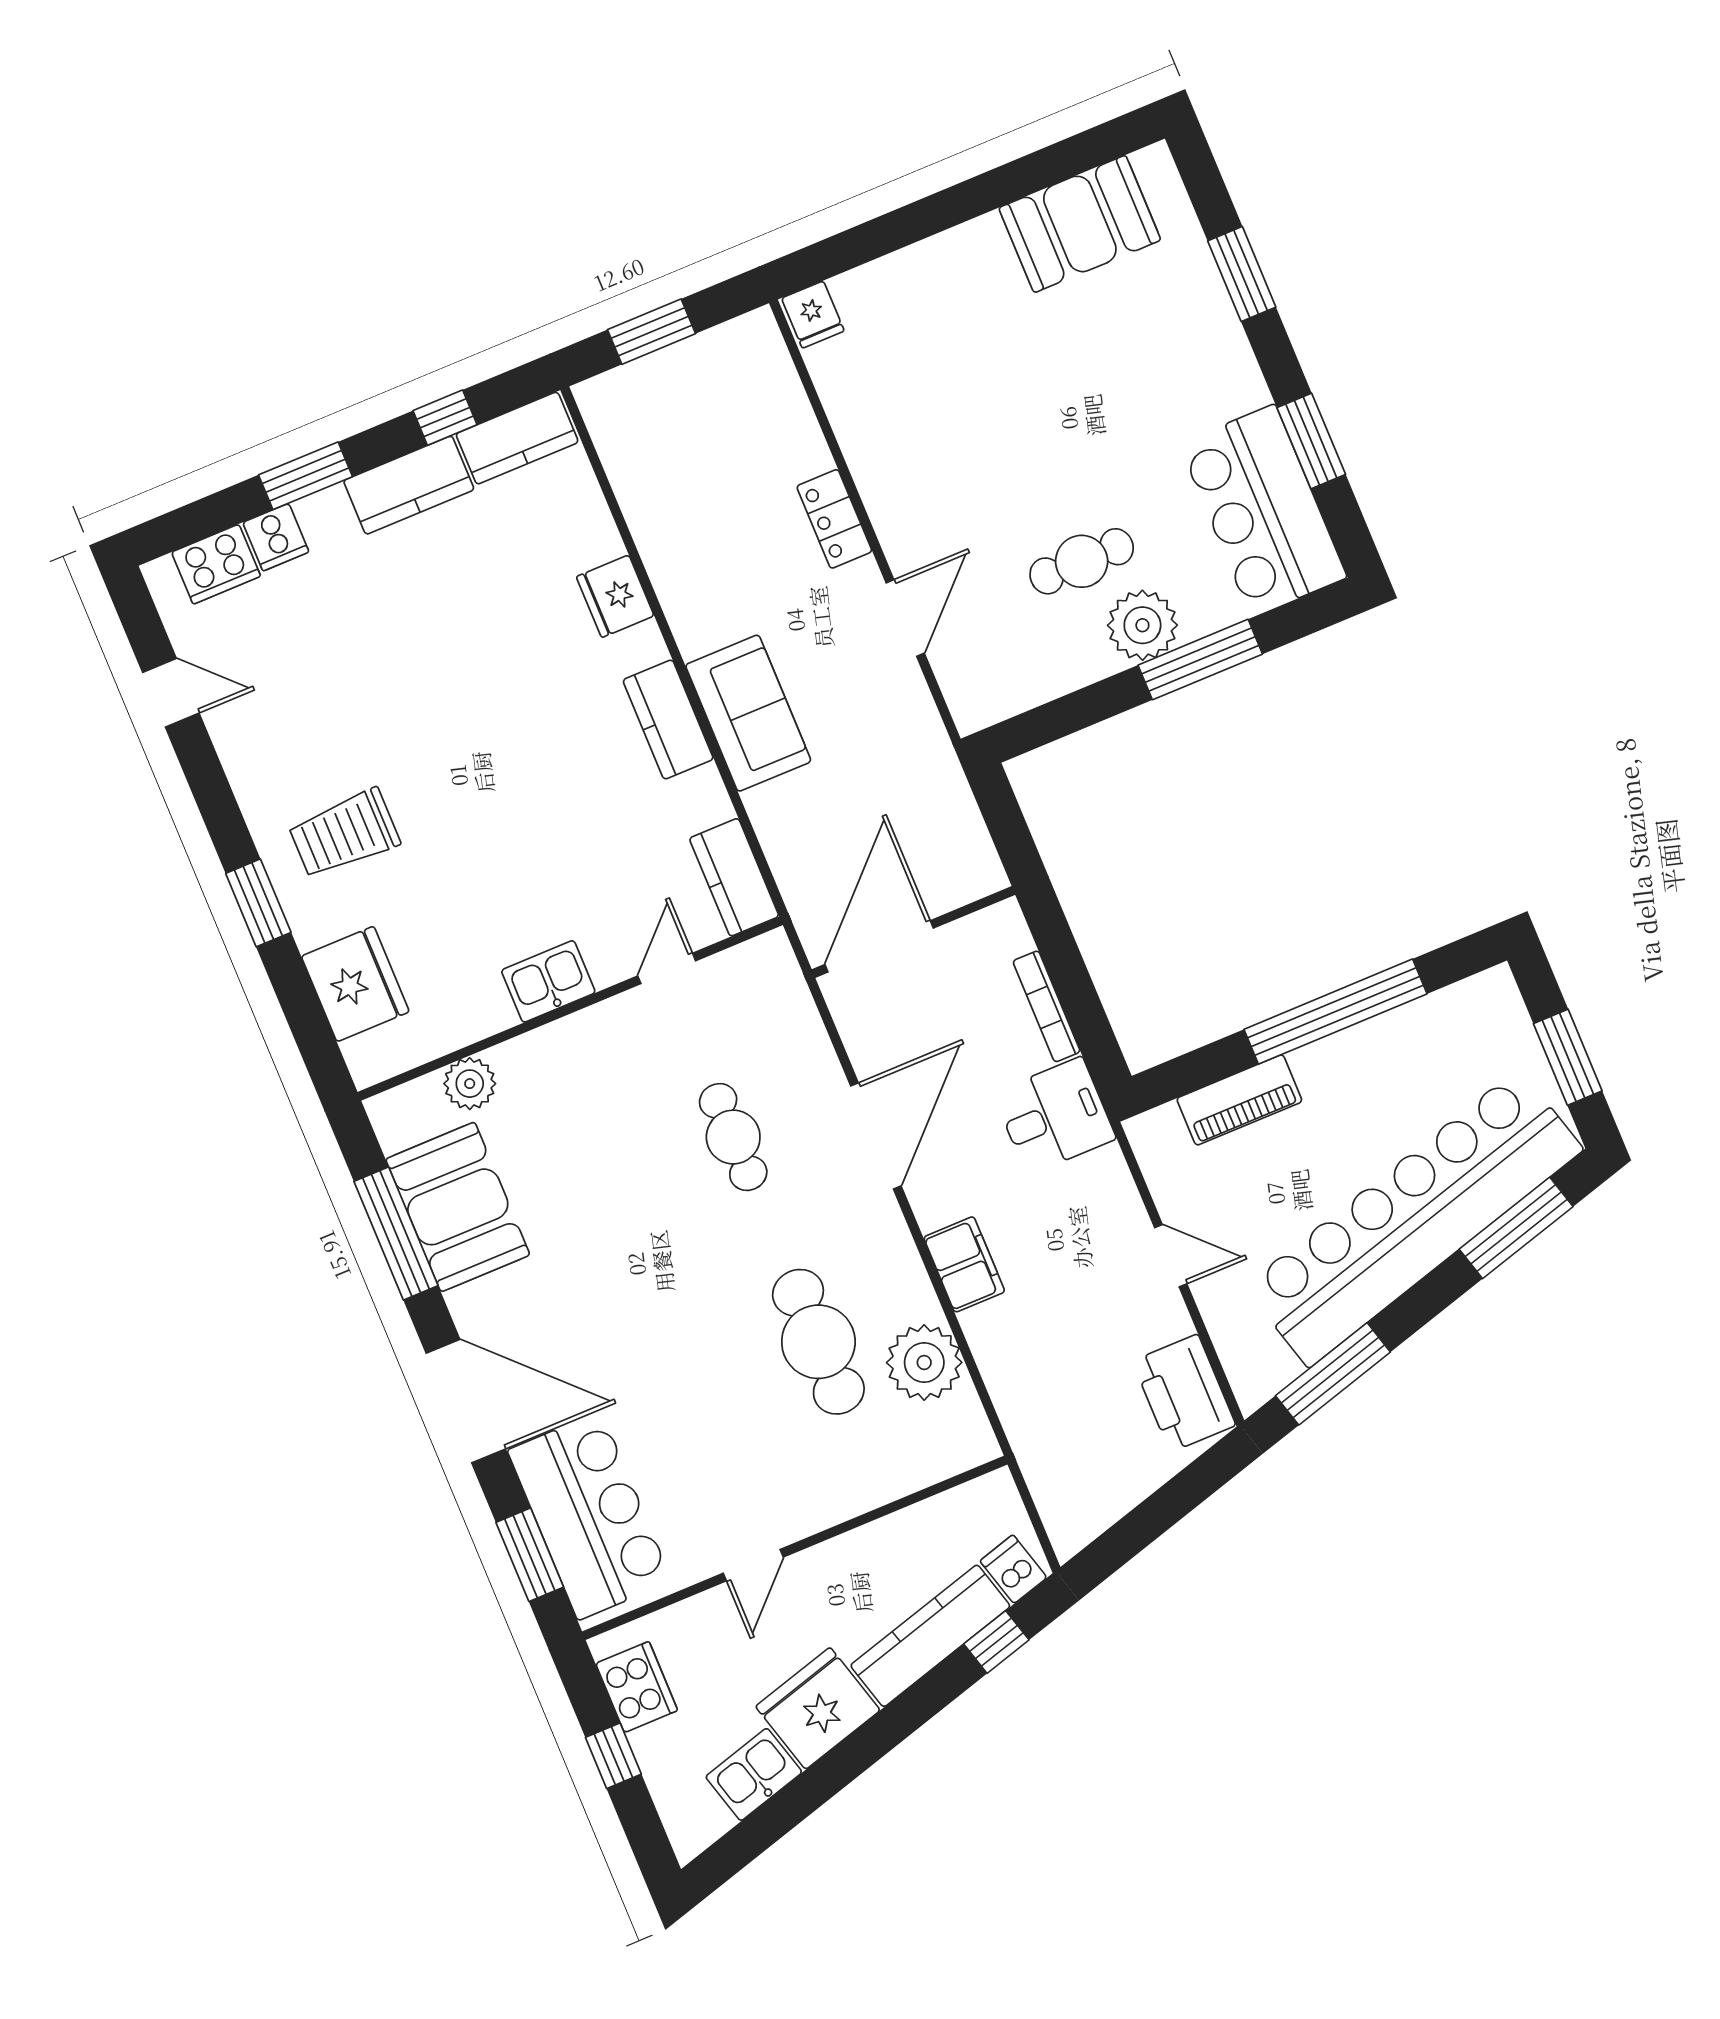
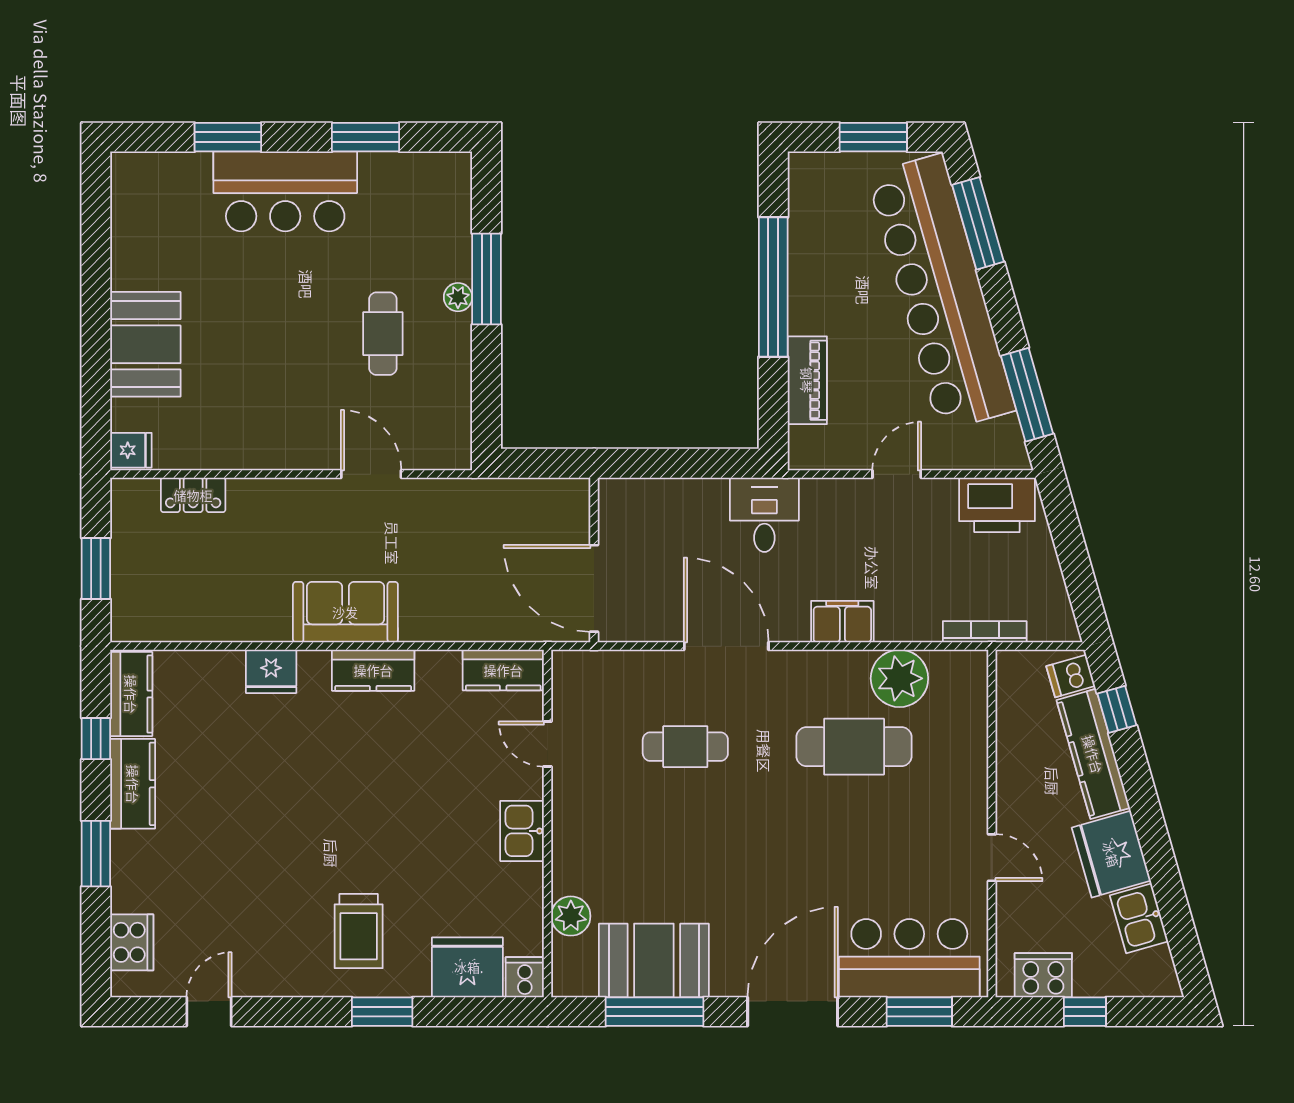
booth: (1080, 224) -> (145, 344), moved
bar counter: (1263, 511) -> (285, 191), moved
locker: (834, 519) -> (193, 495), moved
cooker: (276, 537) -> (525, 977), moved, turned -90
plant: (1142, 625) -> (458, 297), width x0.53, depth x0.53
sofa: (748, 713) -> (345, 612), moved
bookcase: (1047, 1006) -> (985, 632), moved, turned 180

